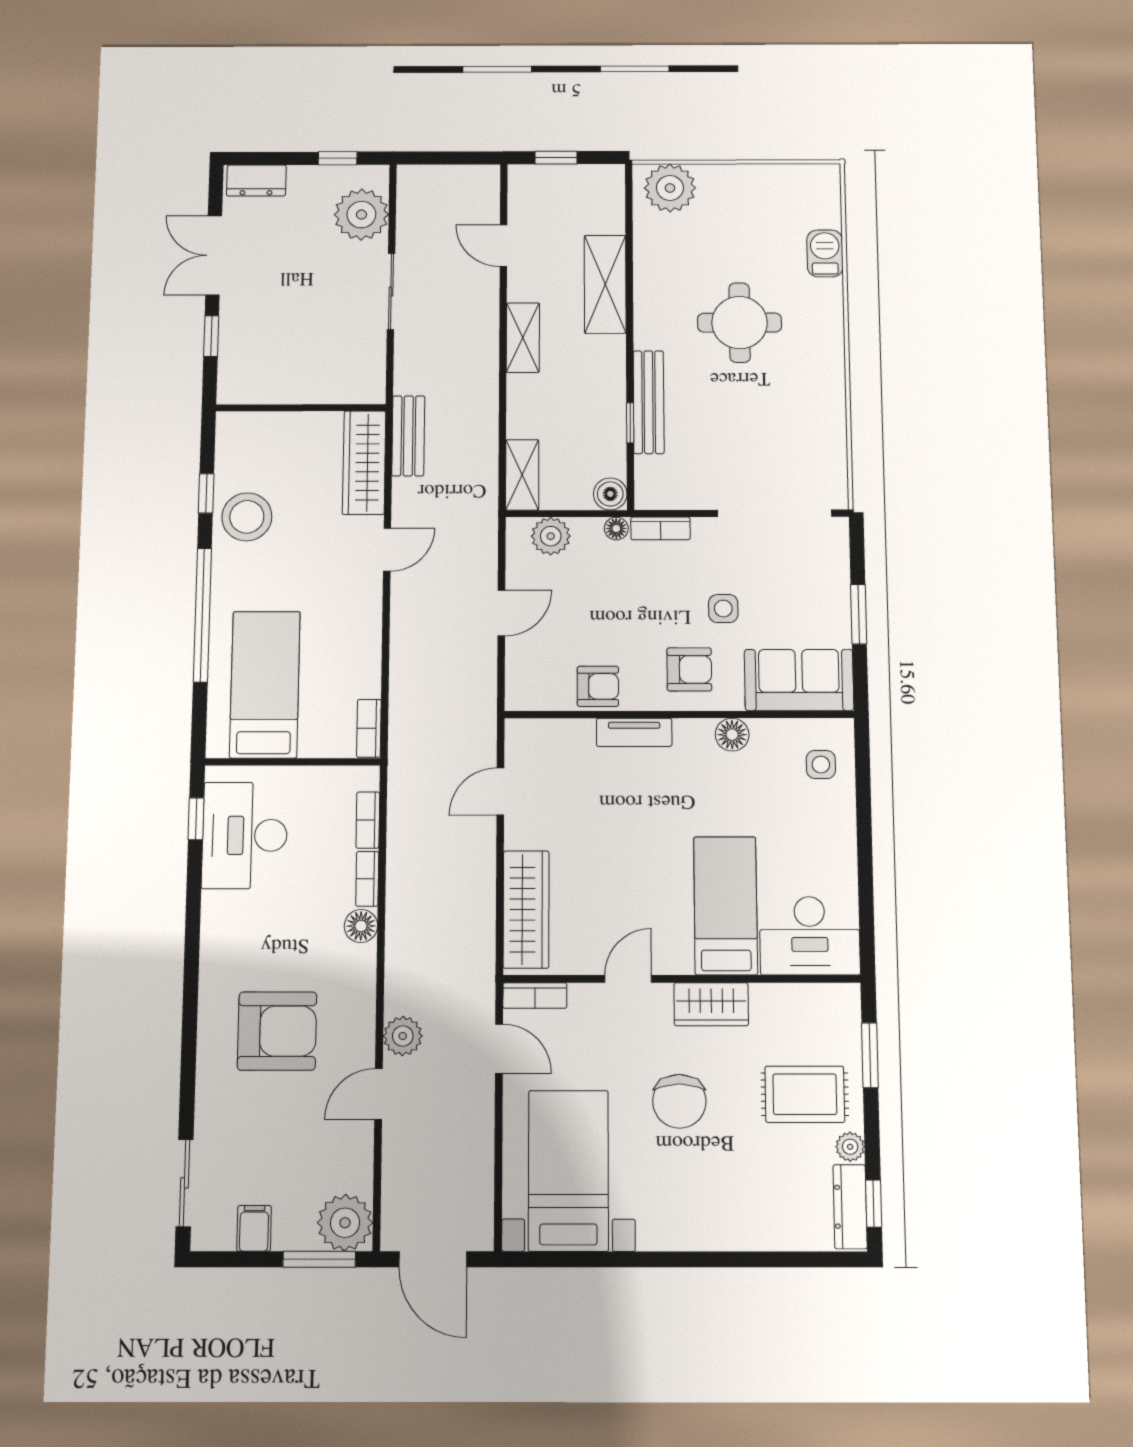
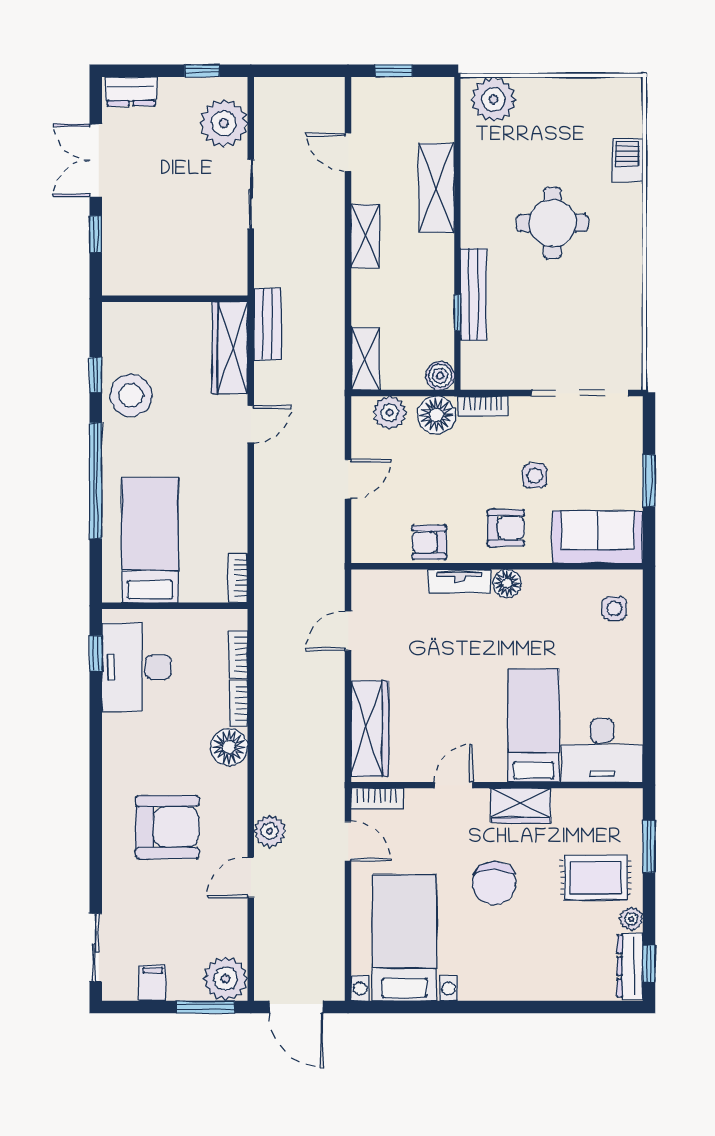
floor lamp: (616, 528) -> (436, 415), width x1.89, depth x1.89
armchair: (598, 686) -> (429, 542), turned 180
floor lamp: (732, 735) -> (507, 583), moved
floor lamp: (361, 926) -> (229, 747), width x1.38, depth x1.38

